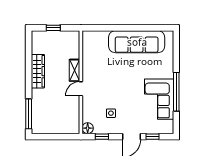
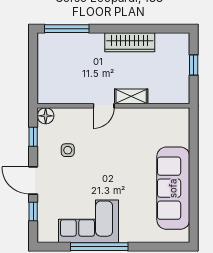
door: (81, 89) -> (104, 106), swing flipped

